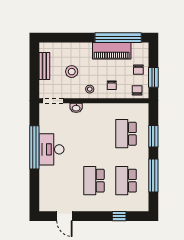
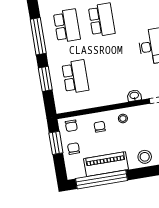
stool: (72, 72) -> (145, 157), moved

